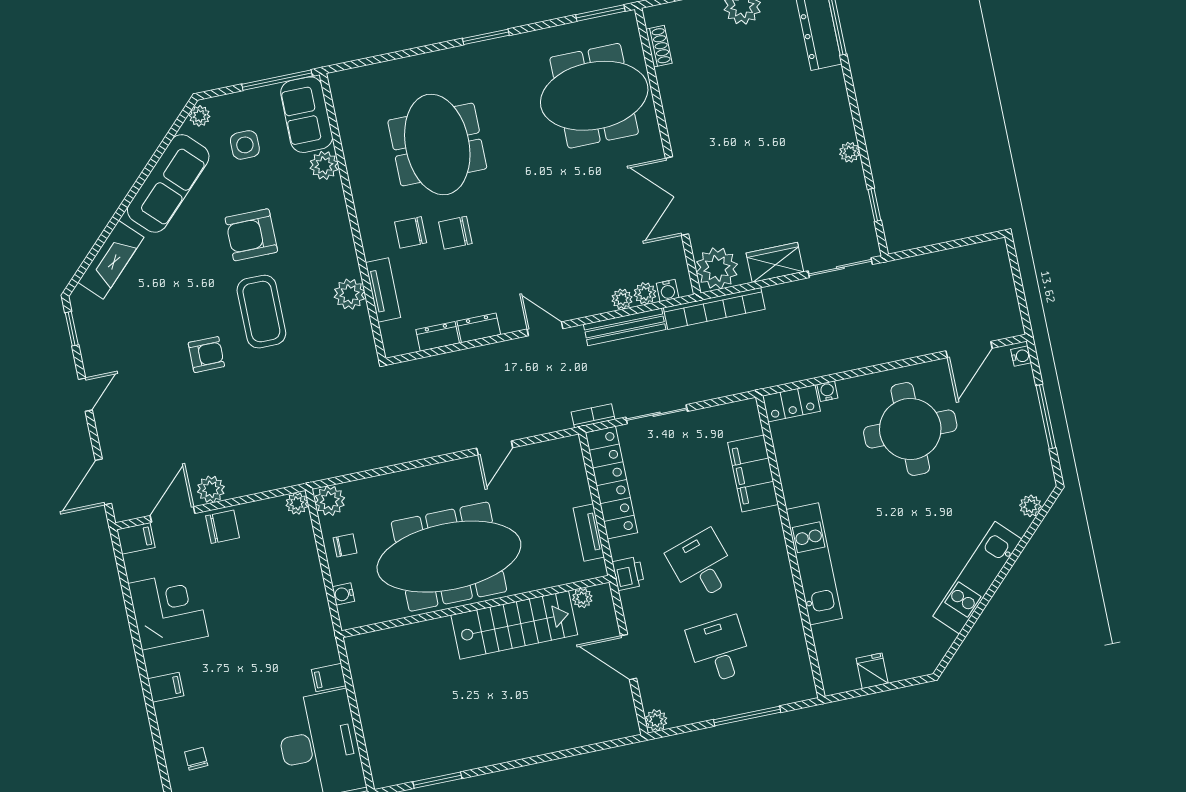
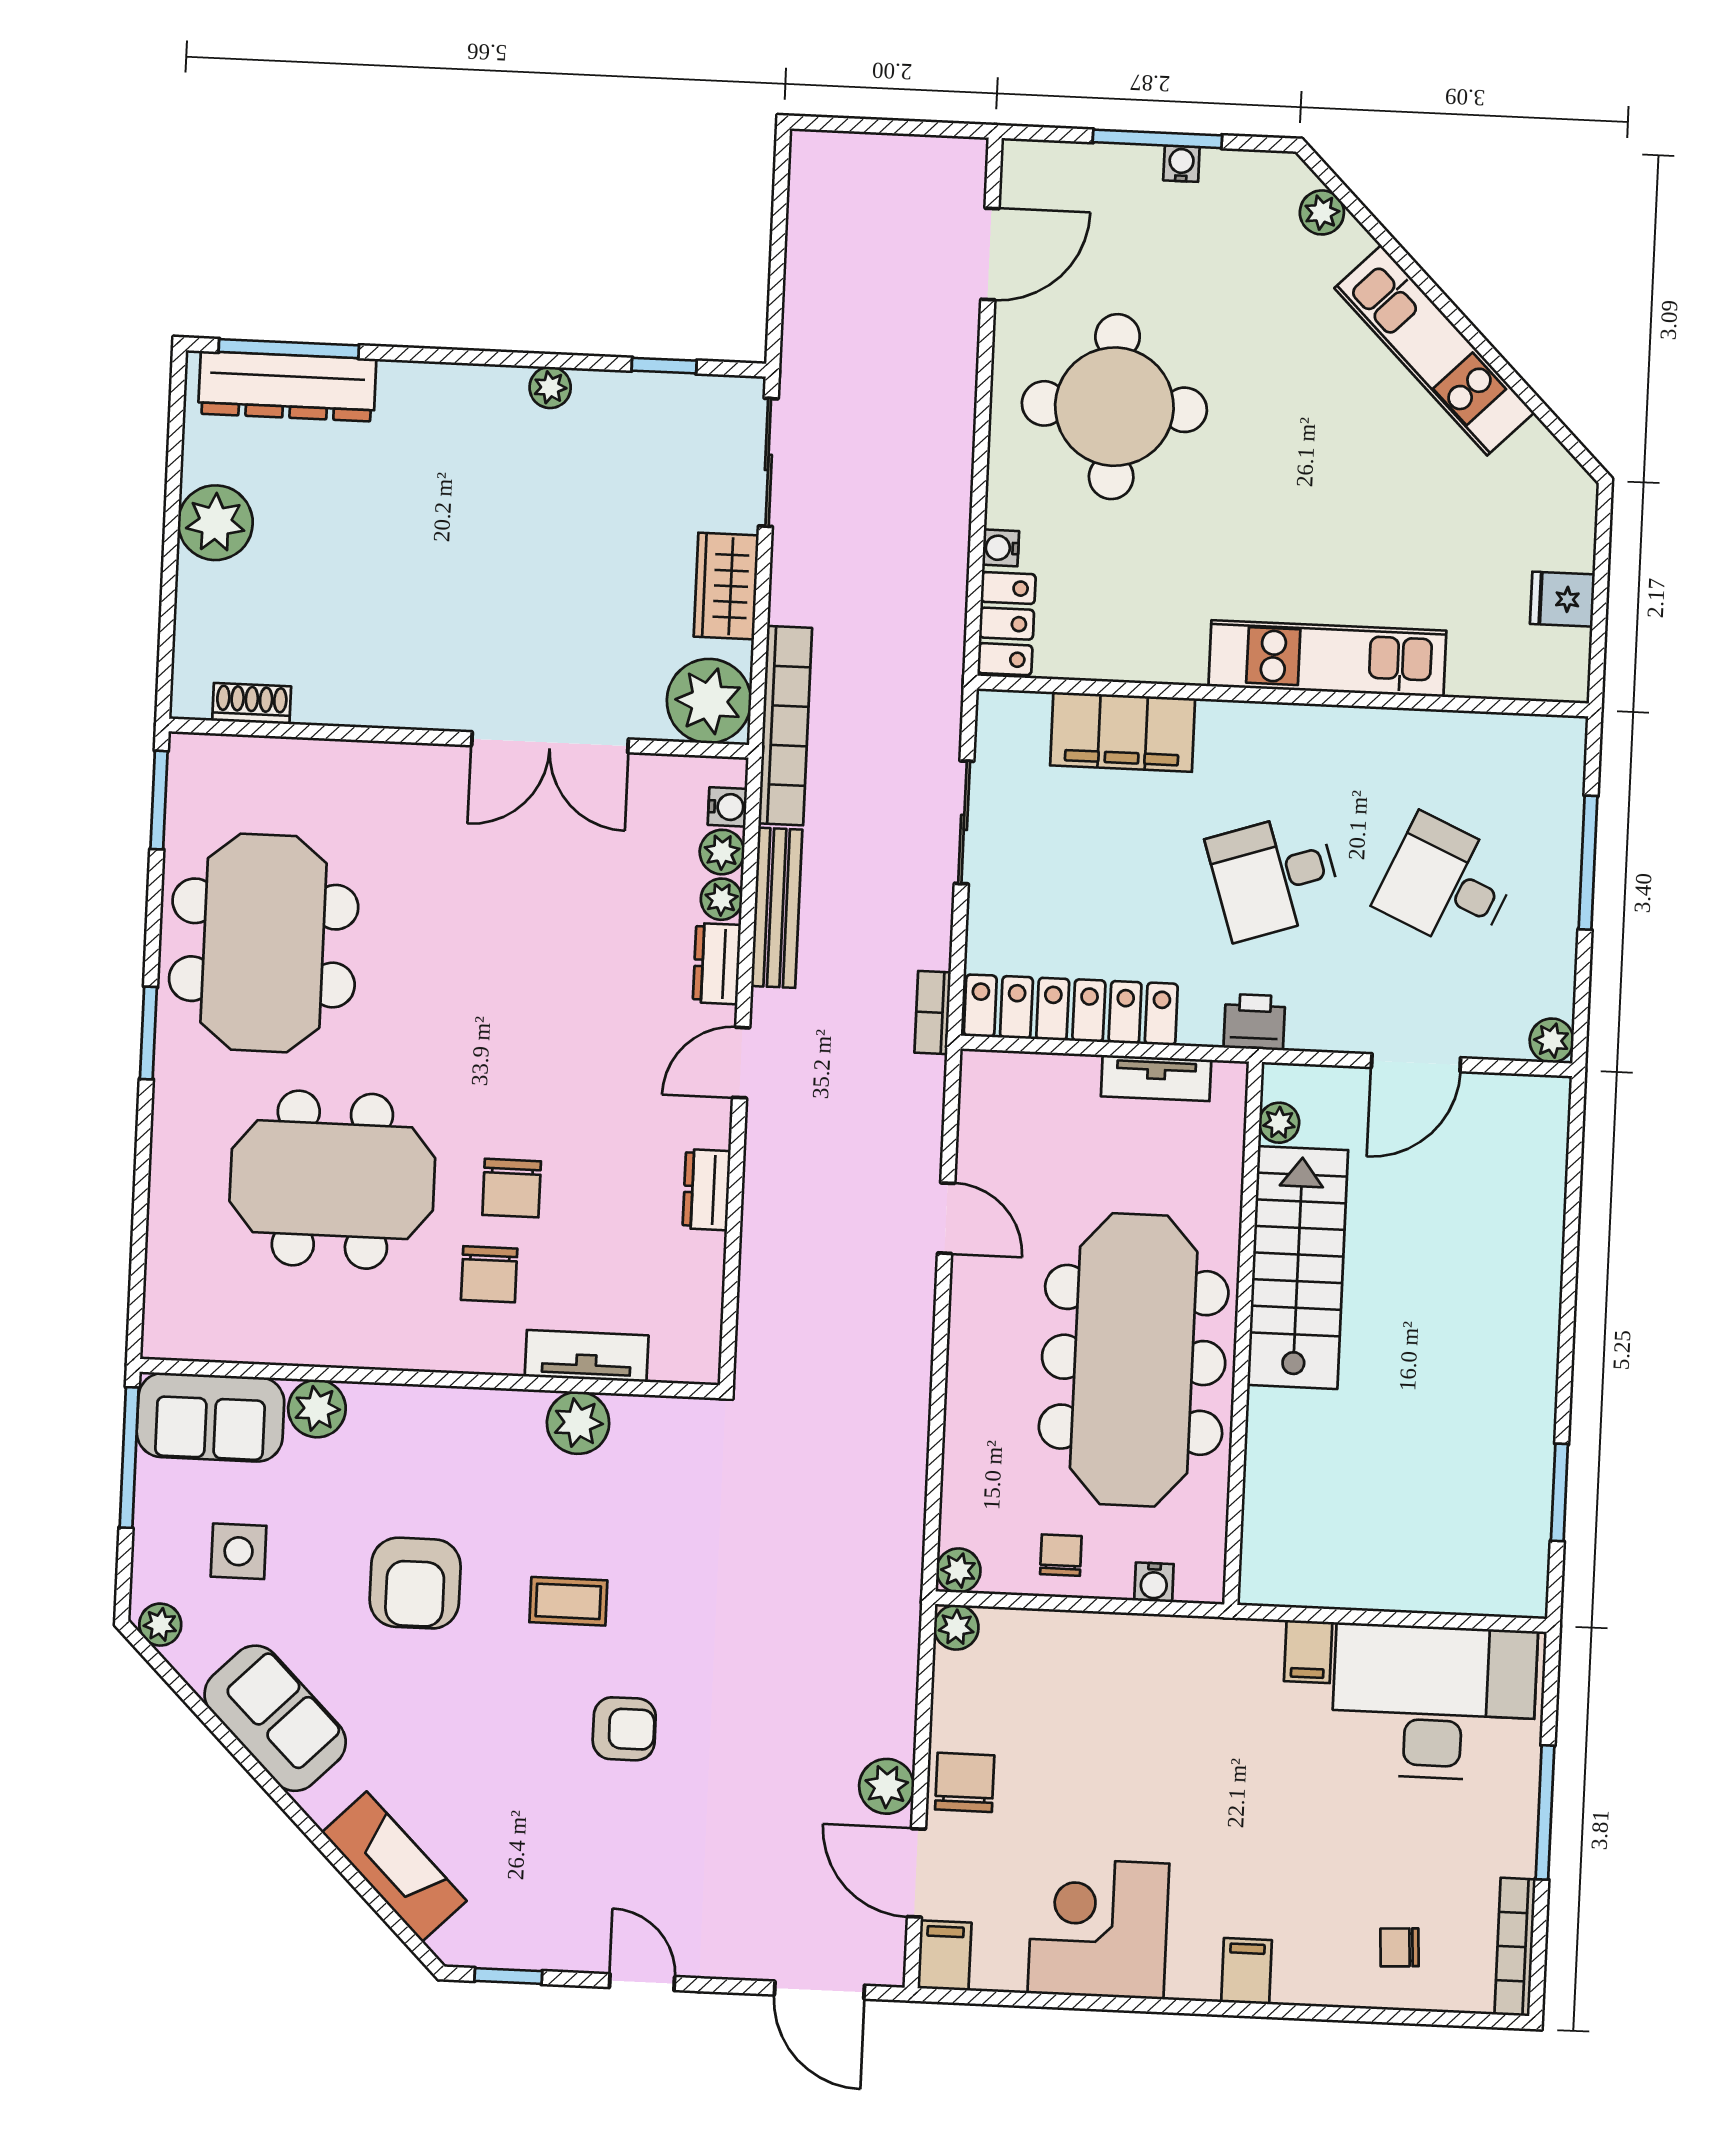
meeting table: (594, 96) -> (264, 943), moved
sofa: (168, 183) -> (275, 1718), width x0.73
coffee table: (261, 312) -> (568, 1601), width x0.54, depth x0.58
dresser: (438, 336) -> (717, 964), moved
door: (969, 350) -> (990, 254), hinge flipped
armchair: (206, 355) -> (624, 1729), turned 90
water cooler: (1021, 356) -> (1181, 164), moved
sliding door: (657, 414) -> (964, 822), moved
plant: (330, 501) -> (958, 1570), width x0.73, depth x0.73
desk: (719, 650) -> (1447, 884), turned 30

